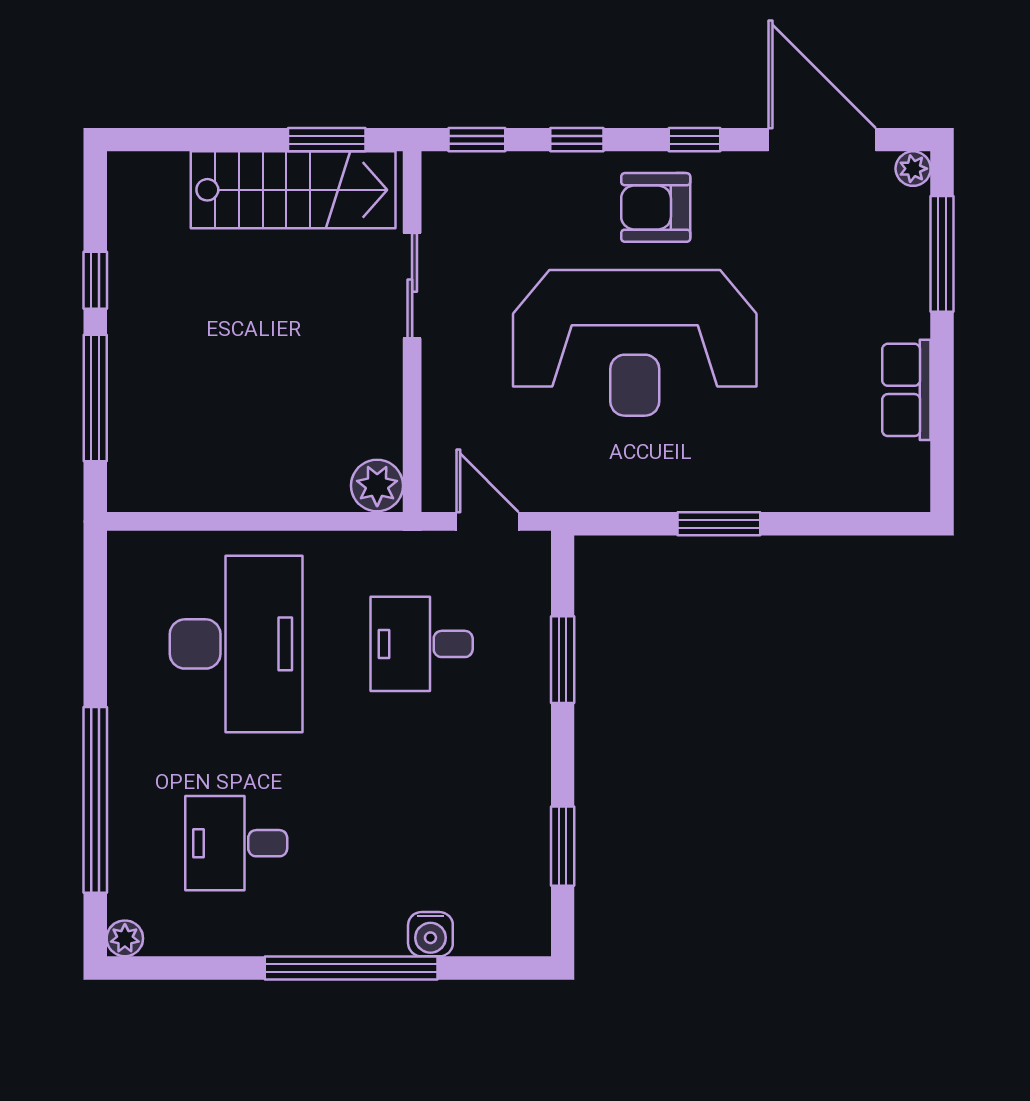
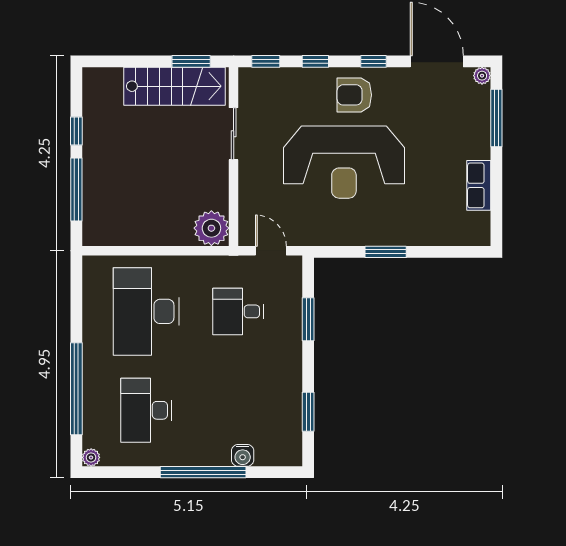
plant: (377, 486) -> (211, 228), width x1.36, depth x1.36
desk: (236, 644) -> (146, 311), turned 180
desk: (236, 843) -> (146, 410), width x1.37

